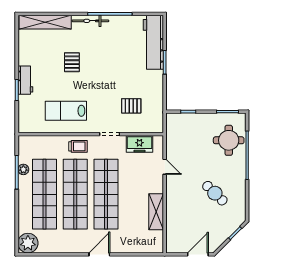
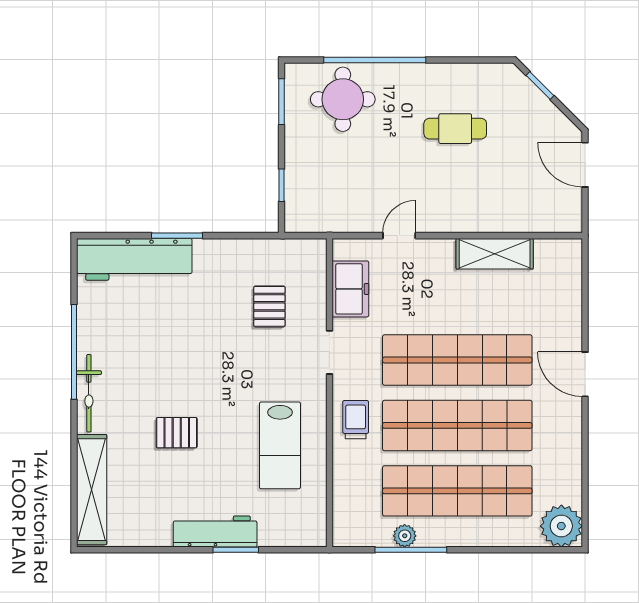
workbench: (25, 80) -> (215, 531), width x1.38
cafe table: (215, 193) -> (455, 129), turned 46

